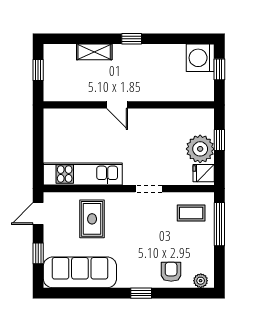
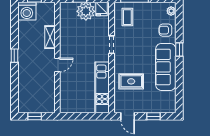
shelving: (94, 52) -> (50, 37), moved
sofa: (80, 272) -> (166, 67), moved

